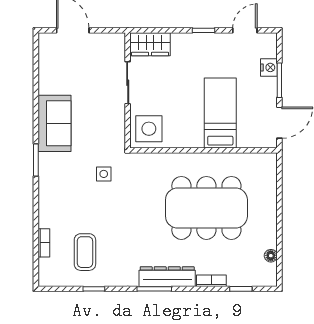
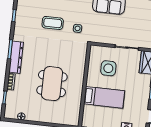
side table: (149, 129) -> (108, 68), moved
dining table: (206, 208) -> (52, 84), width x0.73, depth x0.80
coffee table: (85, 252) -> (53, 23), moved

